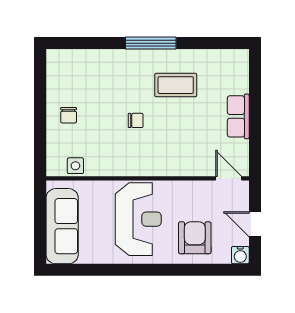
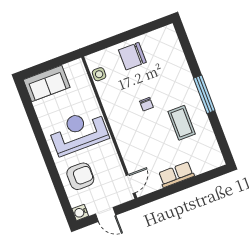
chair: (69, 115) -> (132, 56), width x1.87, depth x1.87
reception desk: (138, 219) -> (78, 132), turned 180
door: (255, 224) -> (106, 215), swing flipped
sofa: (62, 226) -> (47, 83), width x0.73

